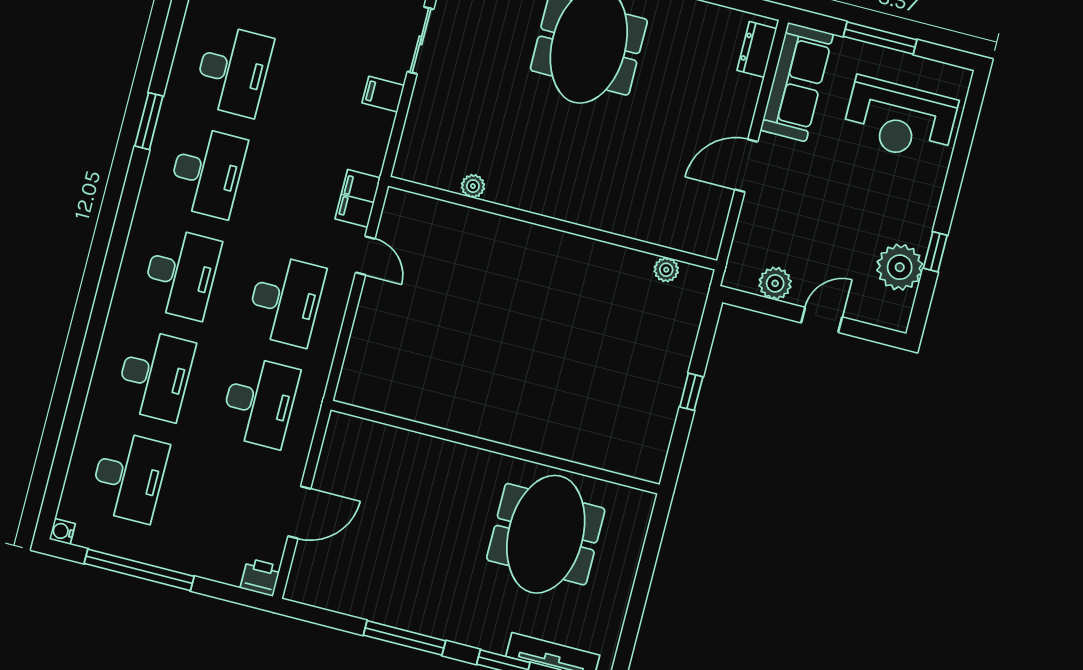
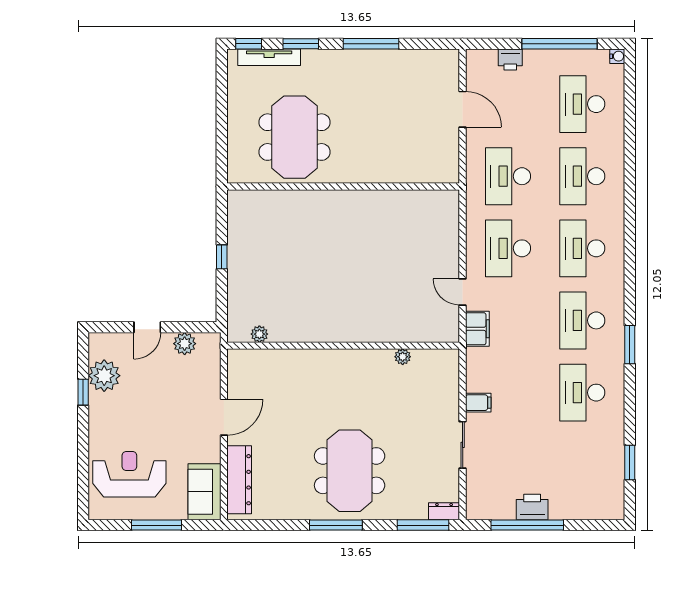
dresser: (757, 49) -> (239, 480), width x1.96, depth x1.24
sofa: (797, 82) -> (205, 492), width x0.73
door: (299, 512) -> (463, 109), swing flipped
printer: (260, 577) -> (510, 60), moved

